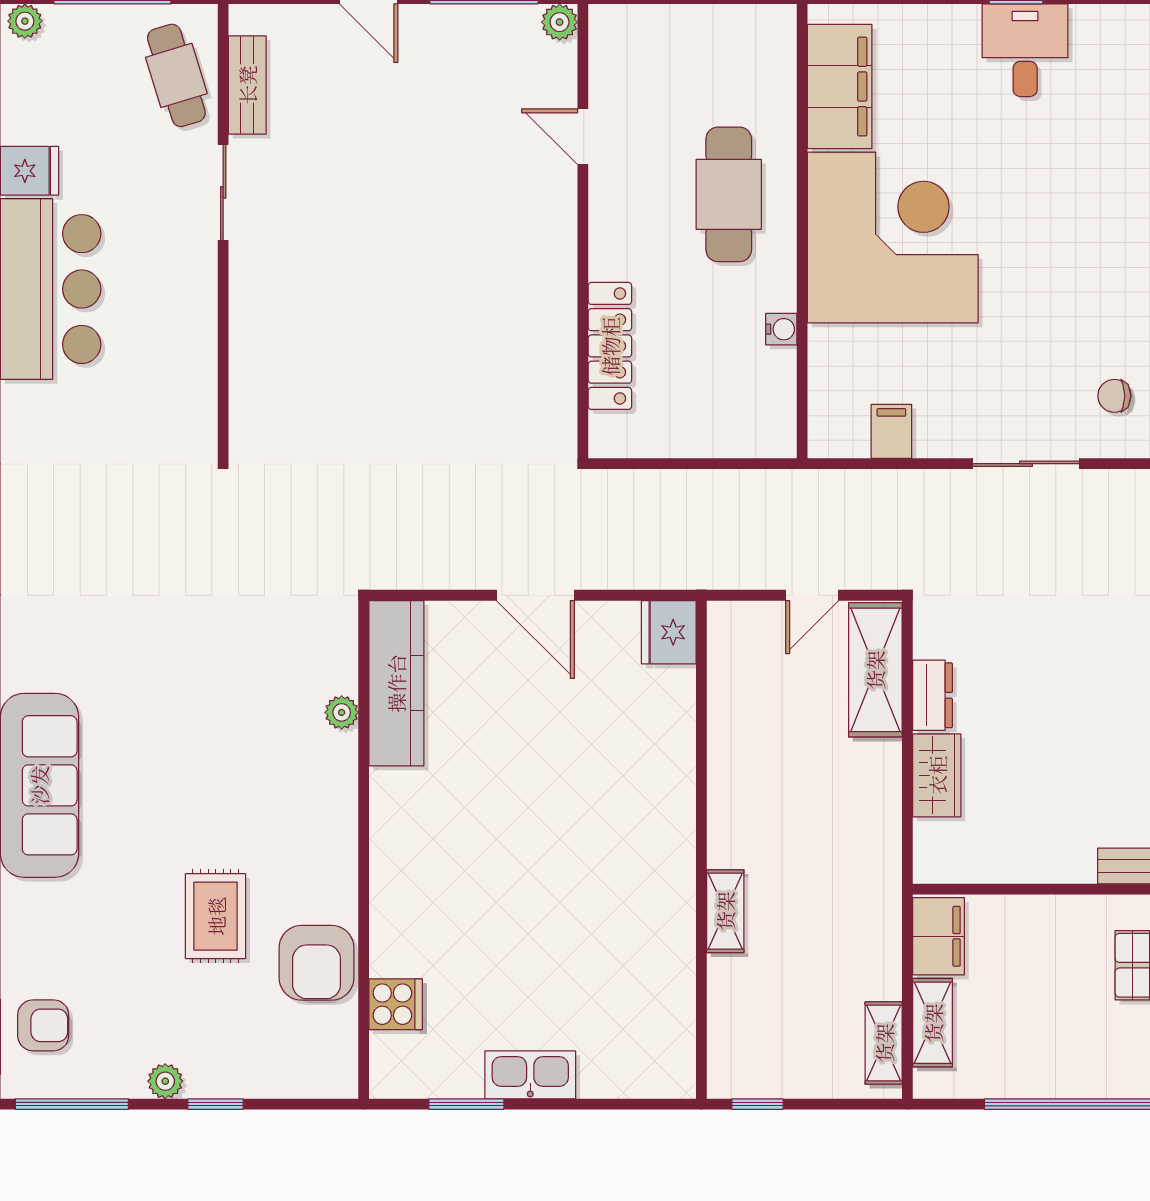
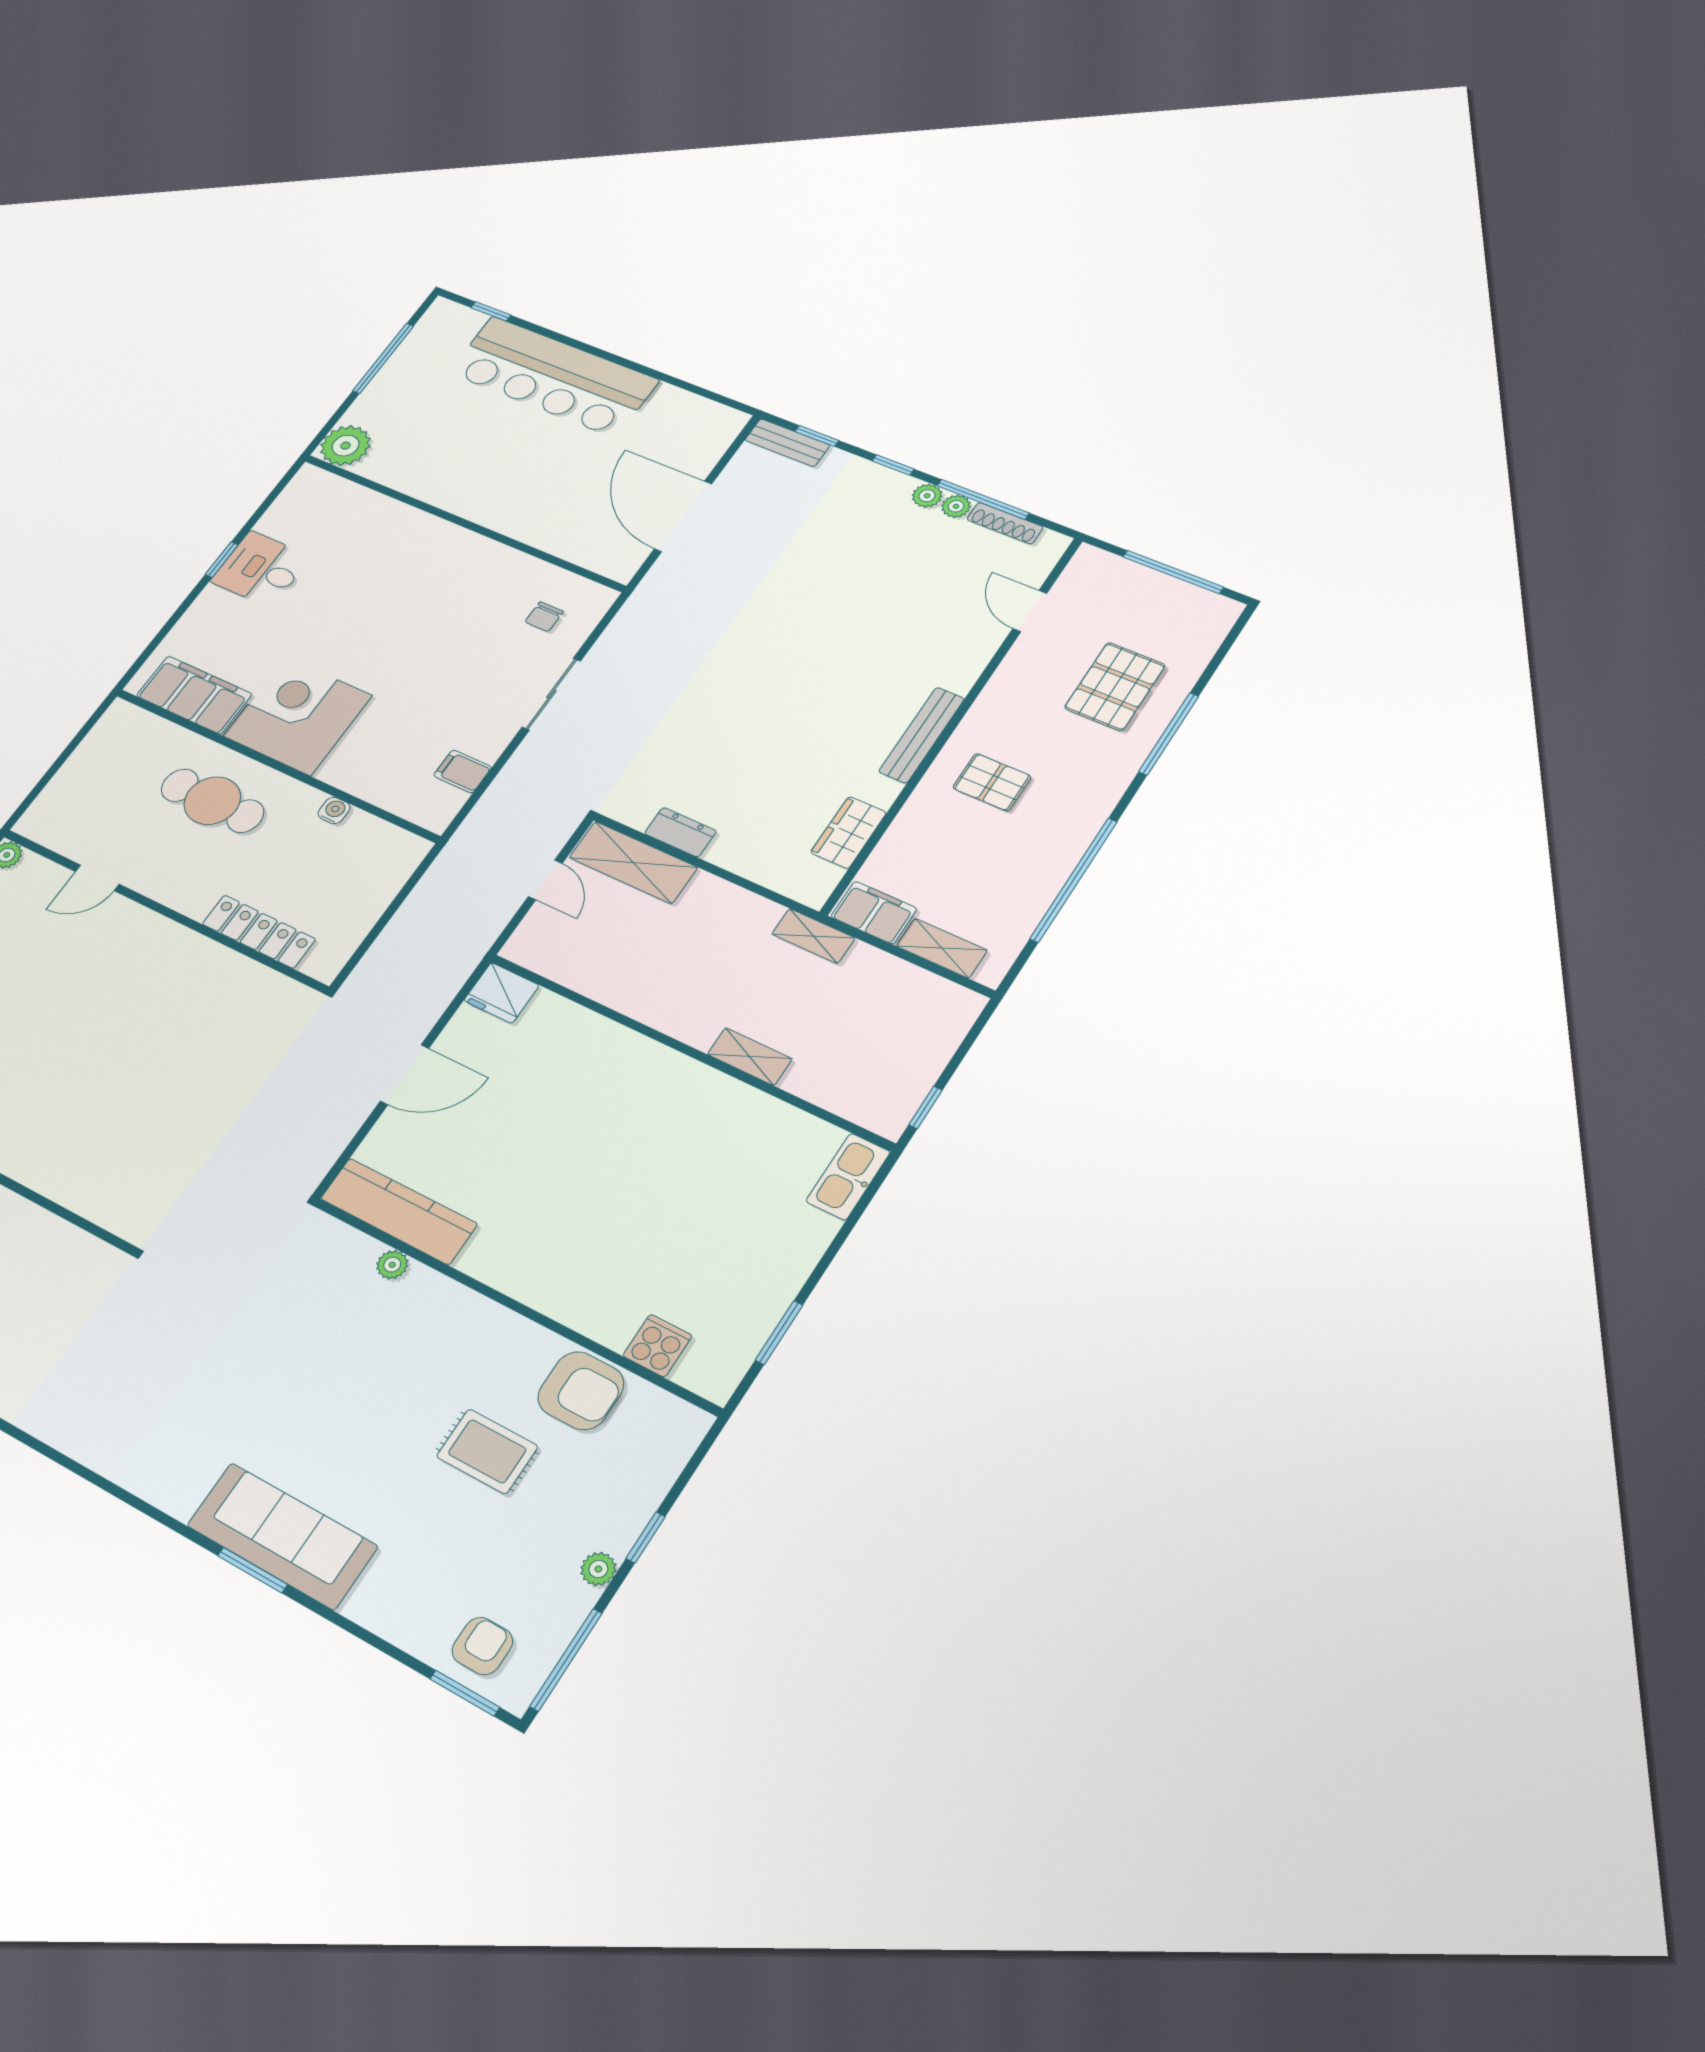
corner desk: (893, 238) -> (298, 716), width x0.74, depth x0.74
wardrobe: (937, 775) -> (849, 832), moved, turned -90
shelving: (884, 1043) -> (813, 936), moved
kitchen sink: (530, 1075) -> (848, 1177), moved

